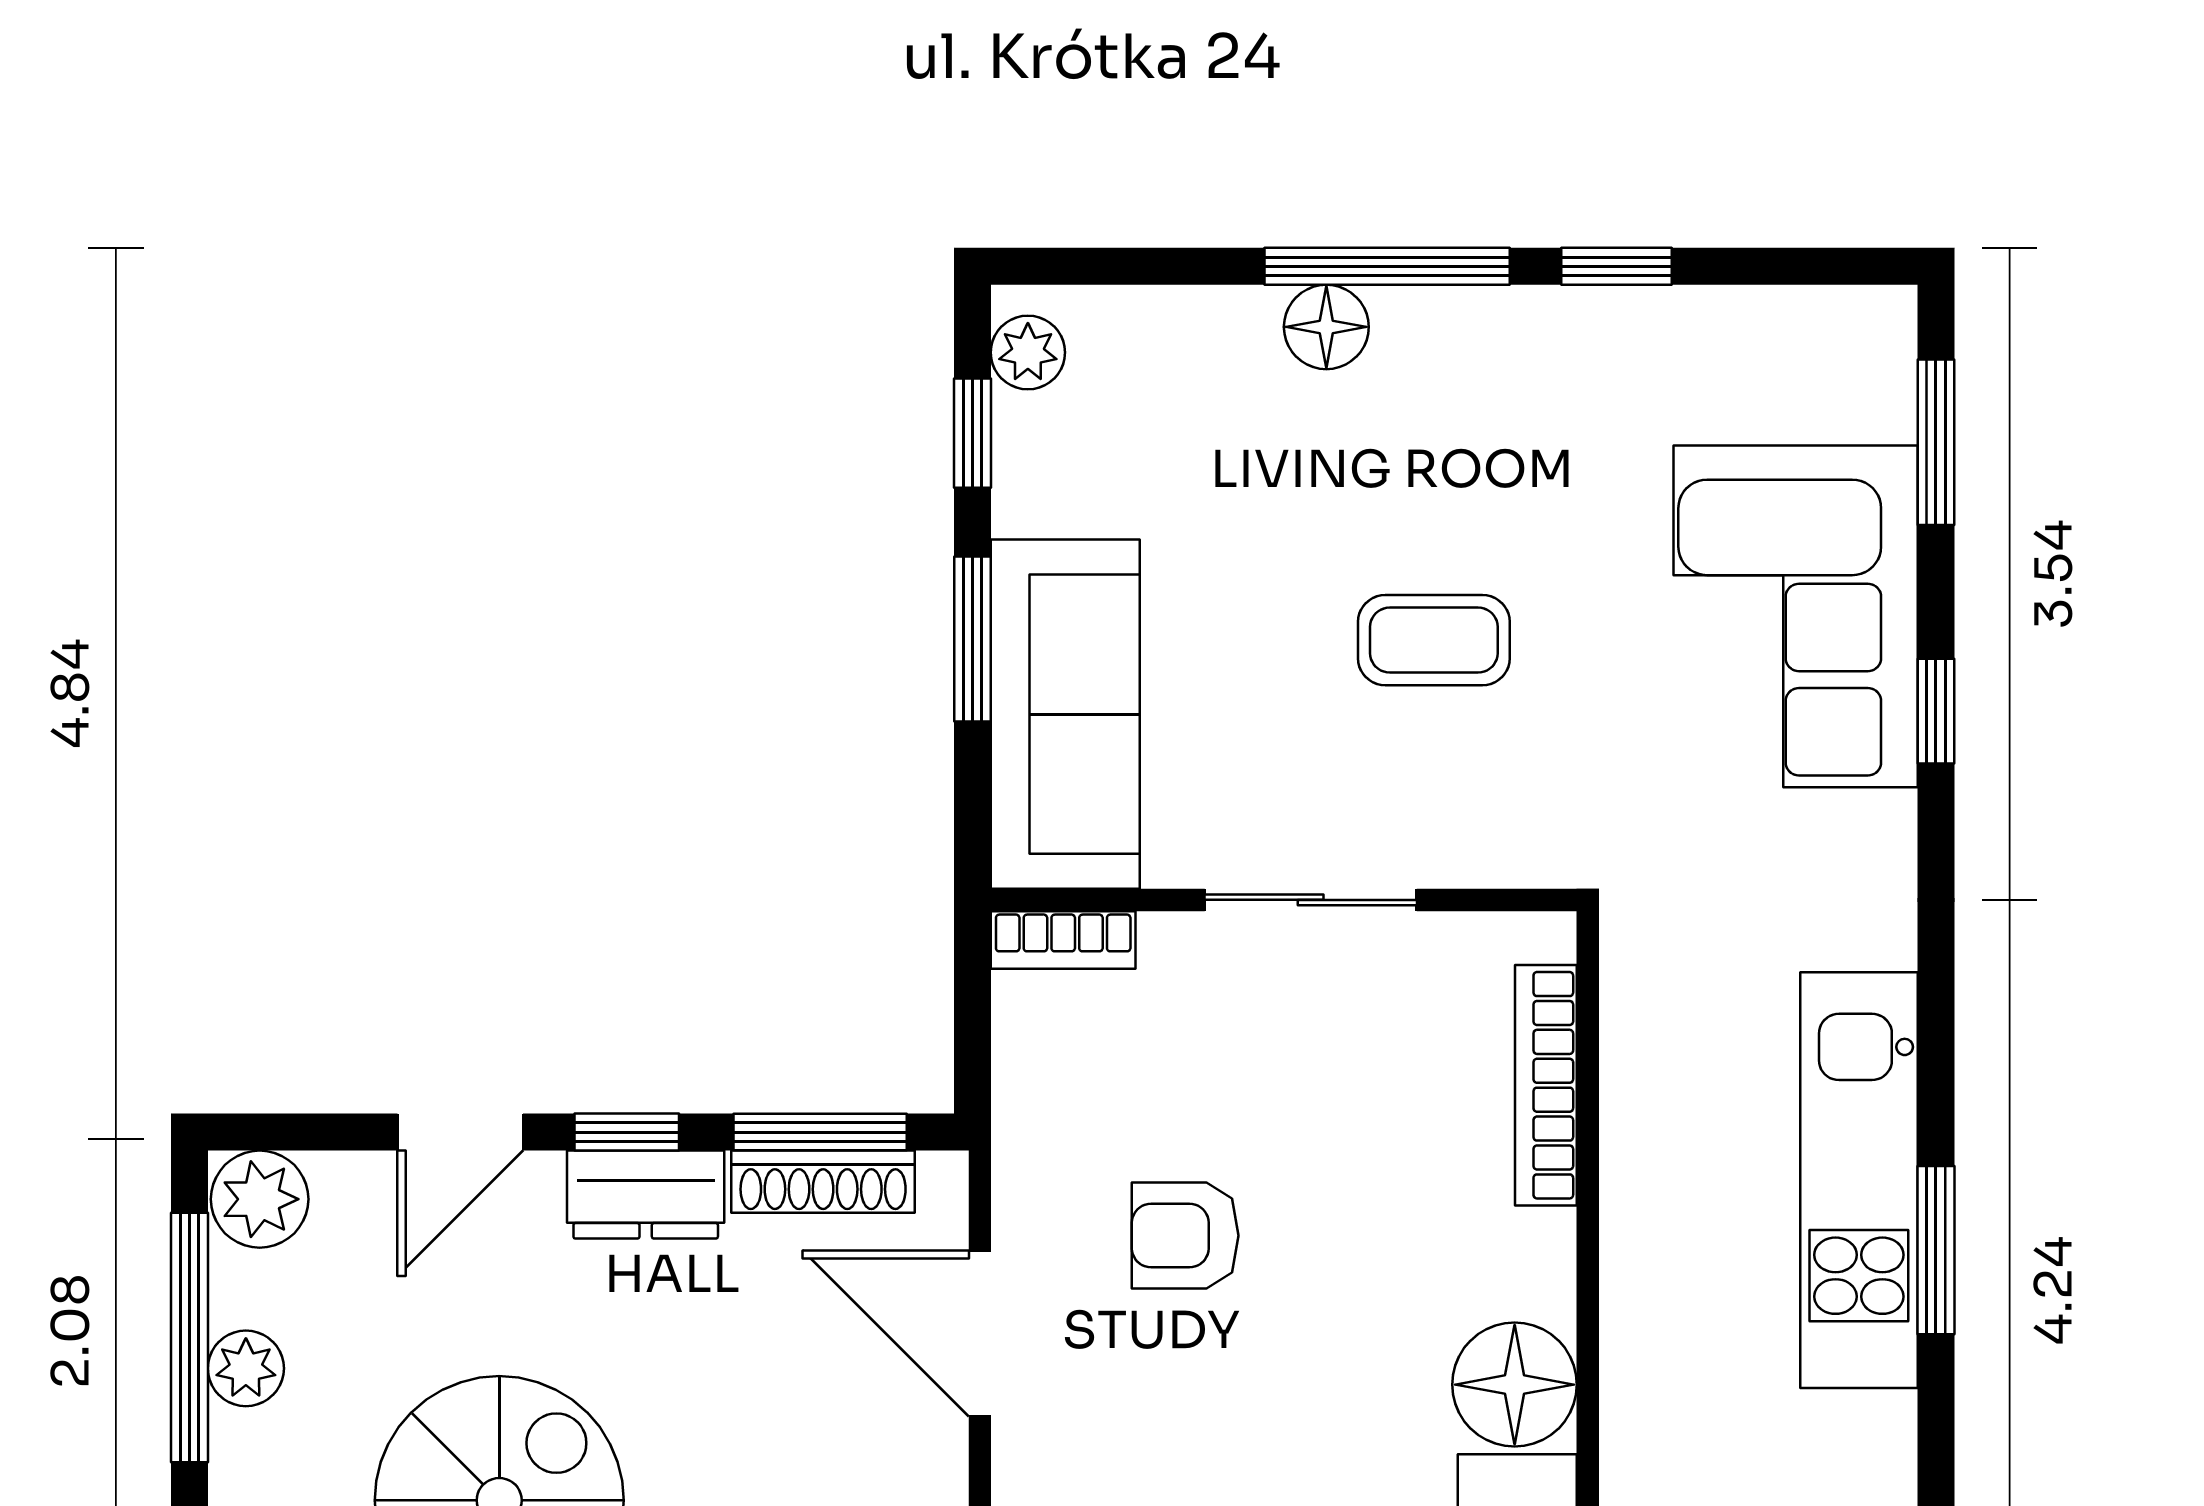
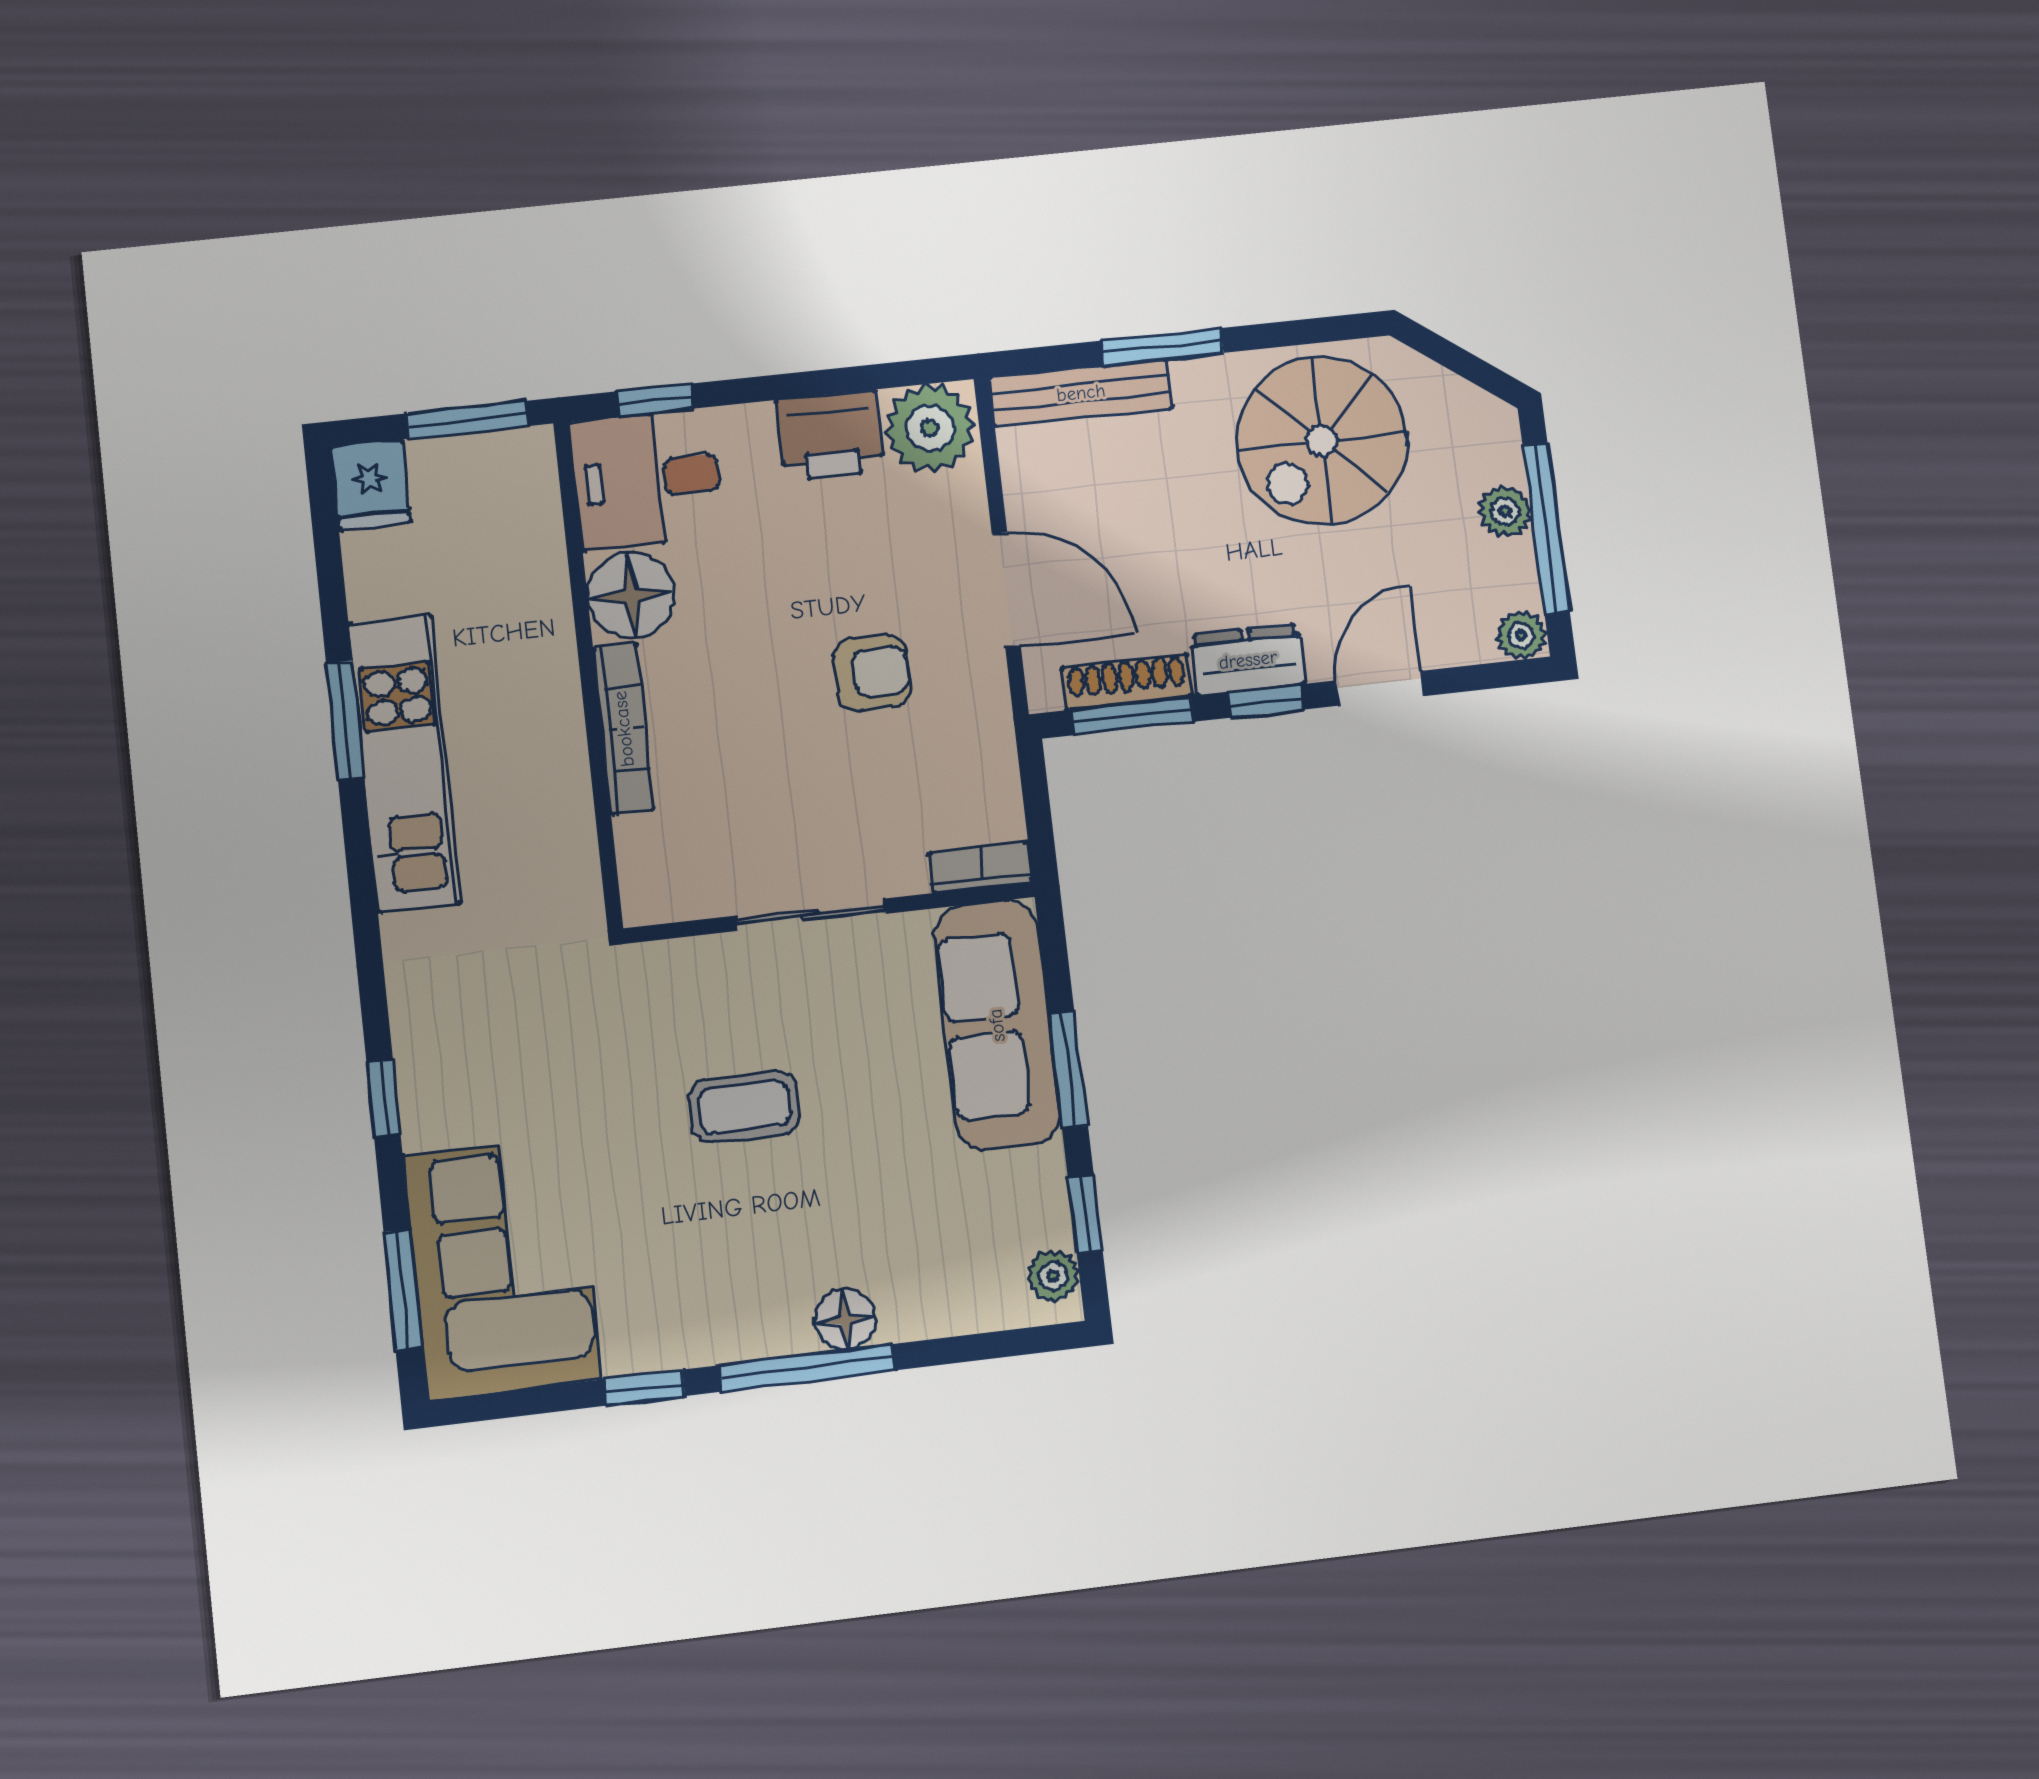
corner sofa: (1796, 616) -> (502, 1268), moved
bookcase: (1546, 1085) -> (624, 729), moved
plant: (260, 1199) -> (1521, 635), width x0.73, depth x0.73

